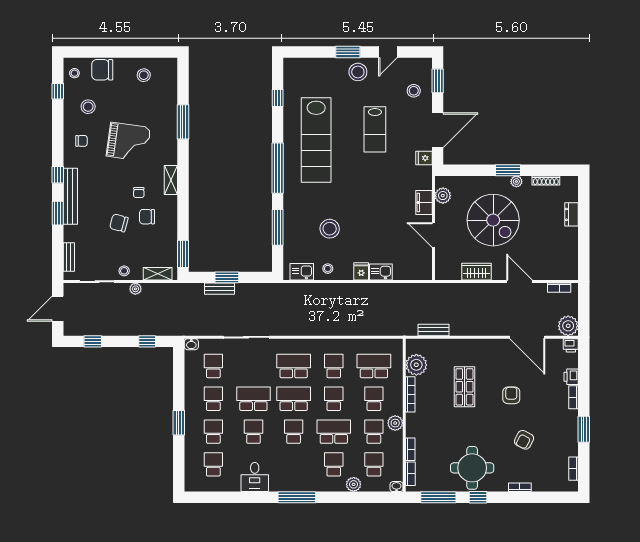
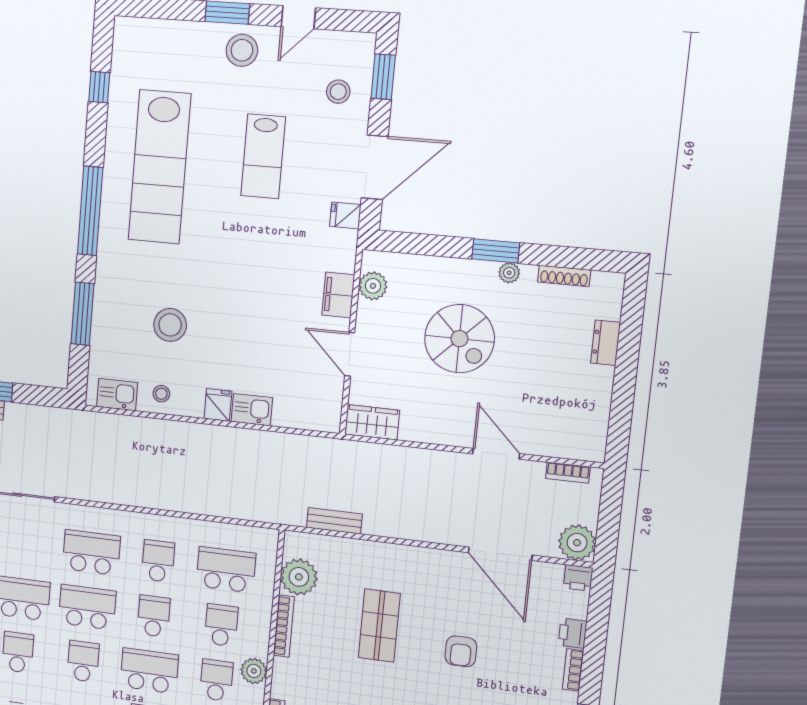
spiral stairs: (493, 220) -> (459, 339), width x0.73, depth x0.73
wardrobe: (476, 272) -> (372, 422), moved
armchair: (511, 395) -> (461, 651), turned 180

